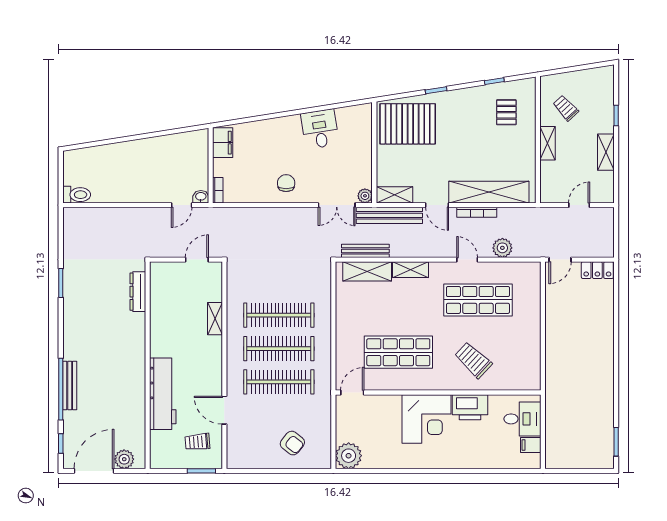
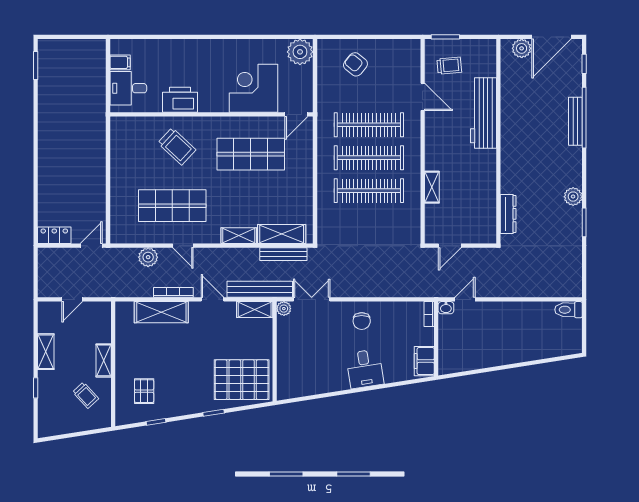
desk: (320, 129) -> (365, 369), moved
shelving: (489, 192) -> (161, 312), width x0.68
plant: (72, 309) -> (573, 197), added
corner desk: (427, 419) -> (253, 88), moved

